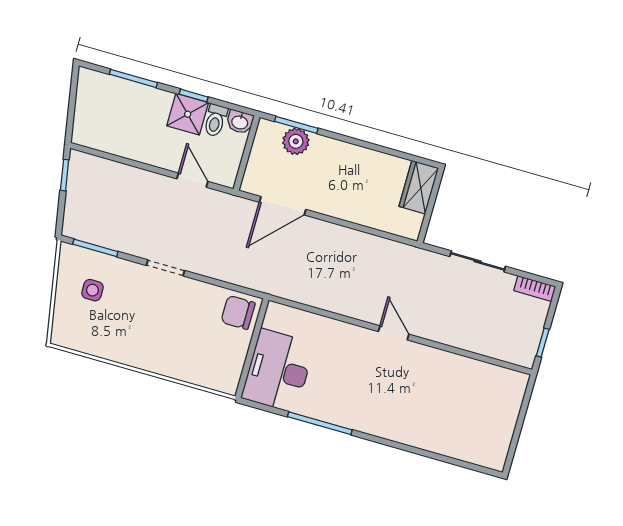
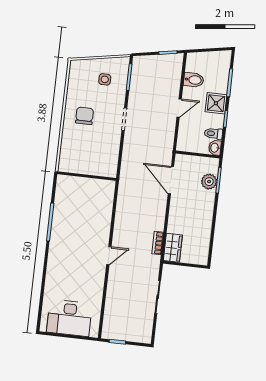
shower: (188, 114) -> (216, 103), moved
bidet: (118, 139) -> (194, 80), added
door: (192, 180) -> (179, 108), moved
wardrobe: (419, 187) -> (173, 248), moved, turned 90
bookcase: (535, 289) -> (158, 243), moved
chair: (238, 312) -> (85, 116), moved
desk: (278, 371) -> (69, 318), moved, turned 180

